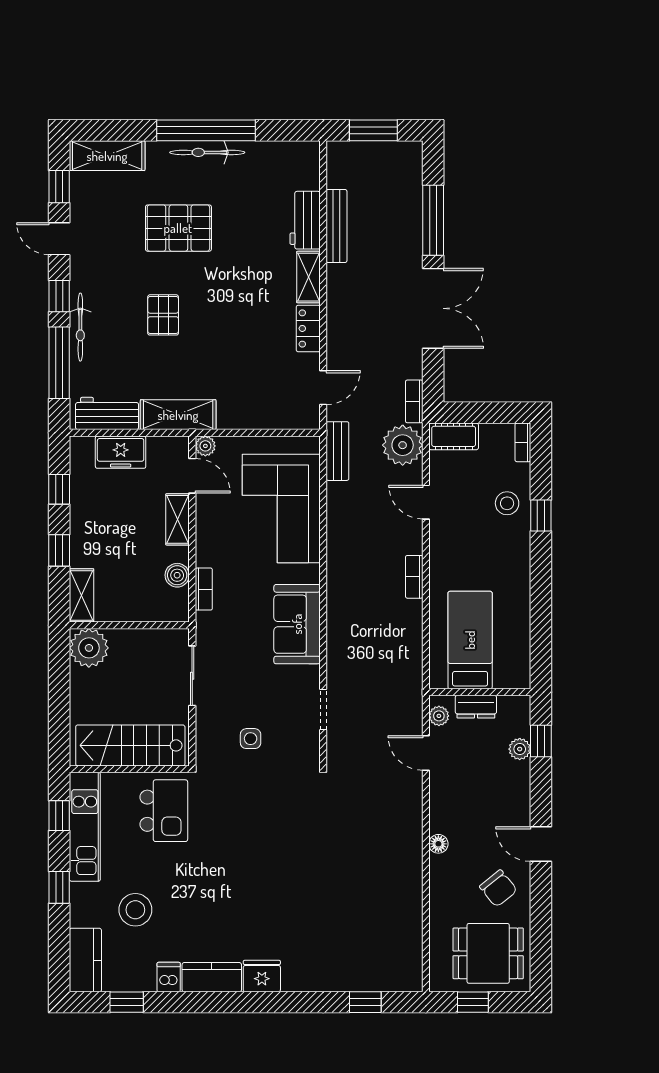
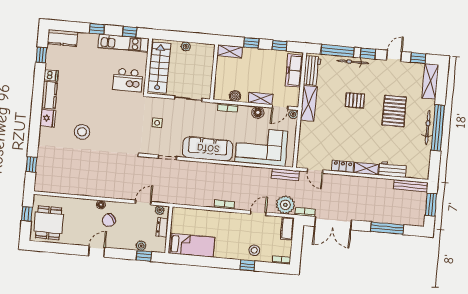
bench: (337, 226) -> (411, 186), moved
double door: (433, 308) -> (333, 223), moved
freezer: (121, 452) -> (294, 71), width x1.40
floor lamp: (208, 523) -> (258, 112), added
sofa: (297, 624) -> (208, 149), width x1.36
bed: (470, 640) -> (191, 245), moved
plant: (89, 648) -> (186, 47), moved, width x0.53, depth x0.53
chair: (498, 888) -> (109, 220), moved
stool: (135, 910) -> (82, 132), moved

